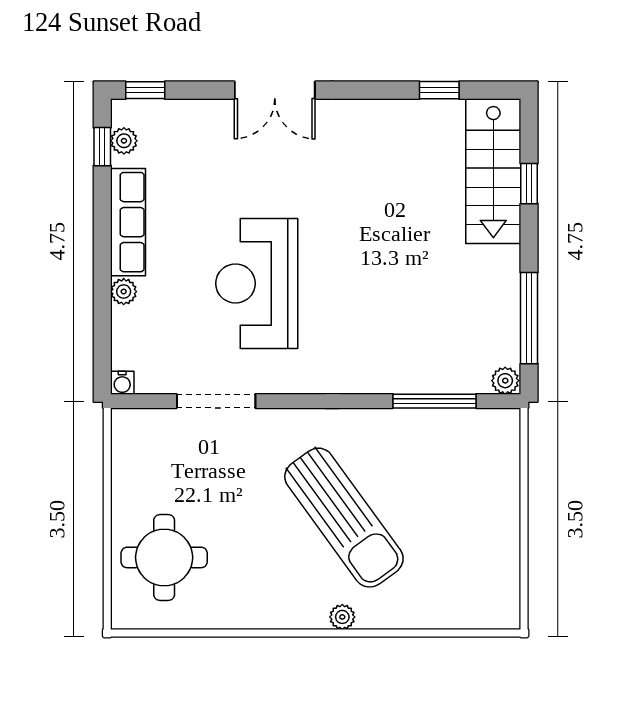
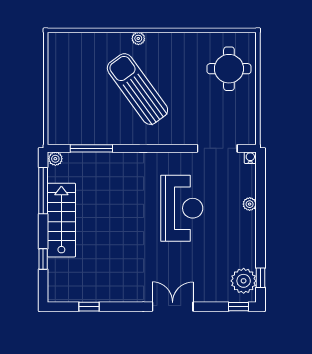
plant: (124, 141) -> (244, 281), width x1.87, depth x1.87
stairs: (493, 171) -> (61, 220), moved
row of seats: (128, 222) -> (247, 239), removed
doorway: (216, 401) -> (217, 148), moved

